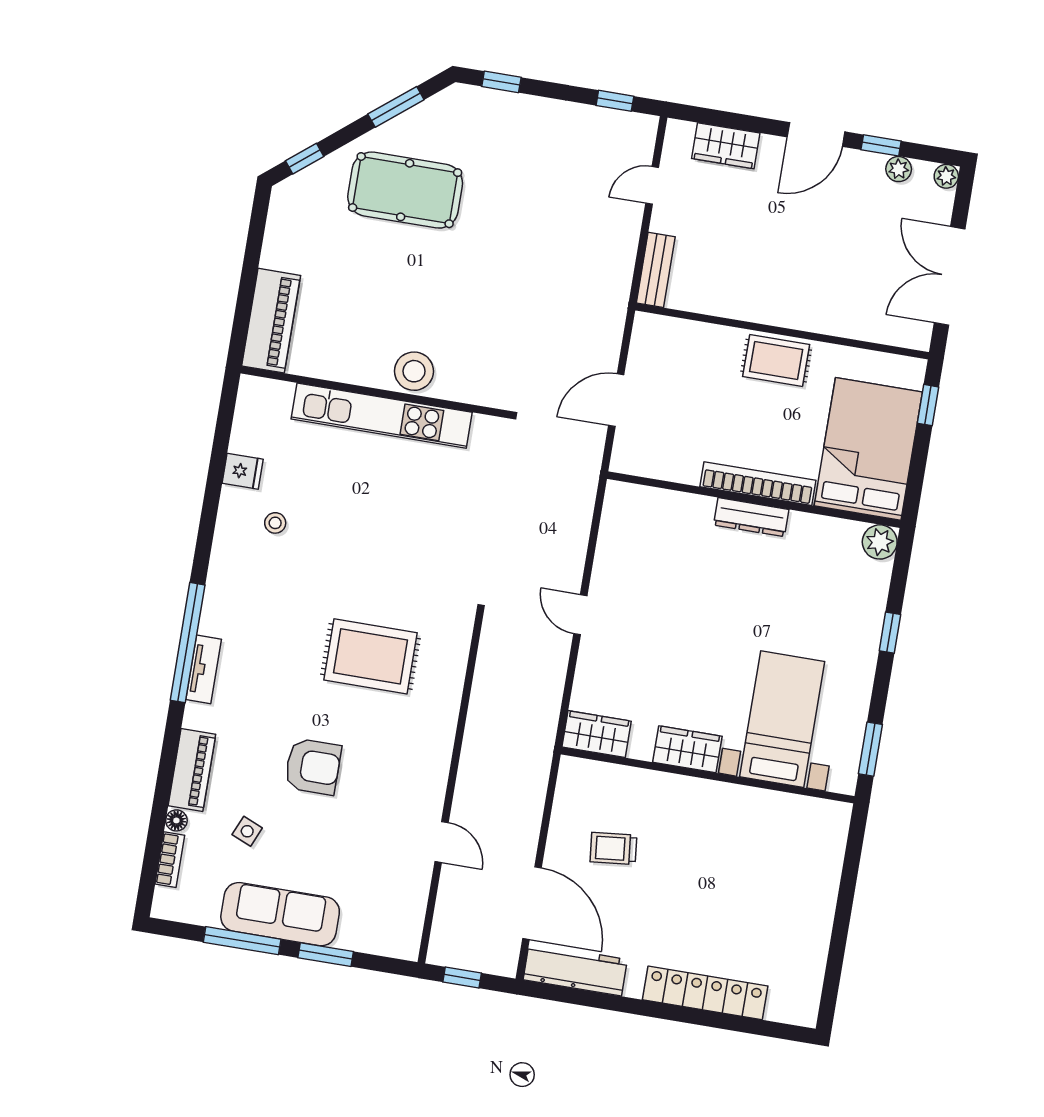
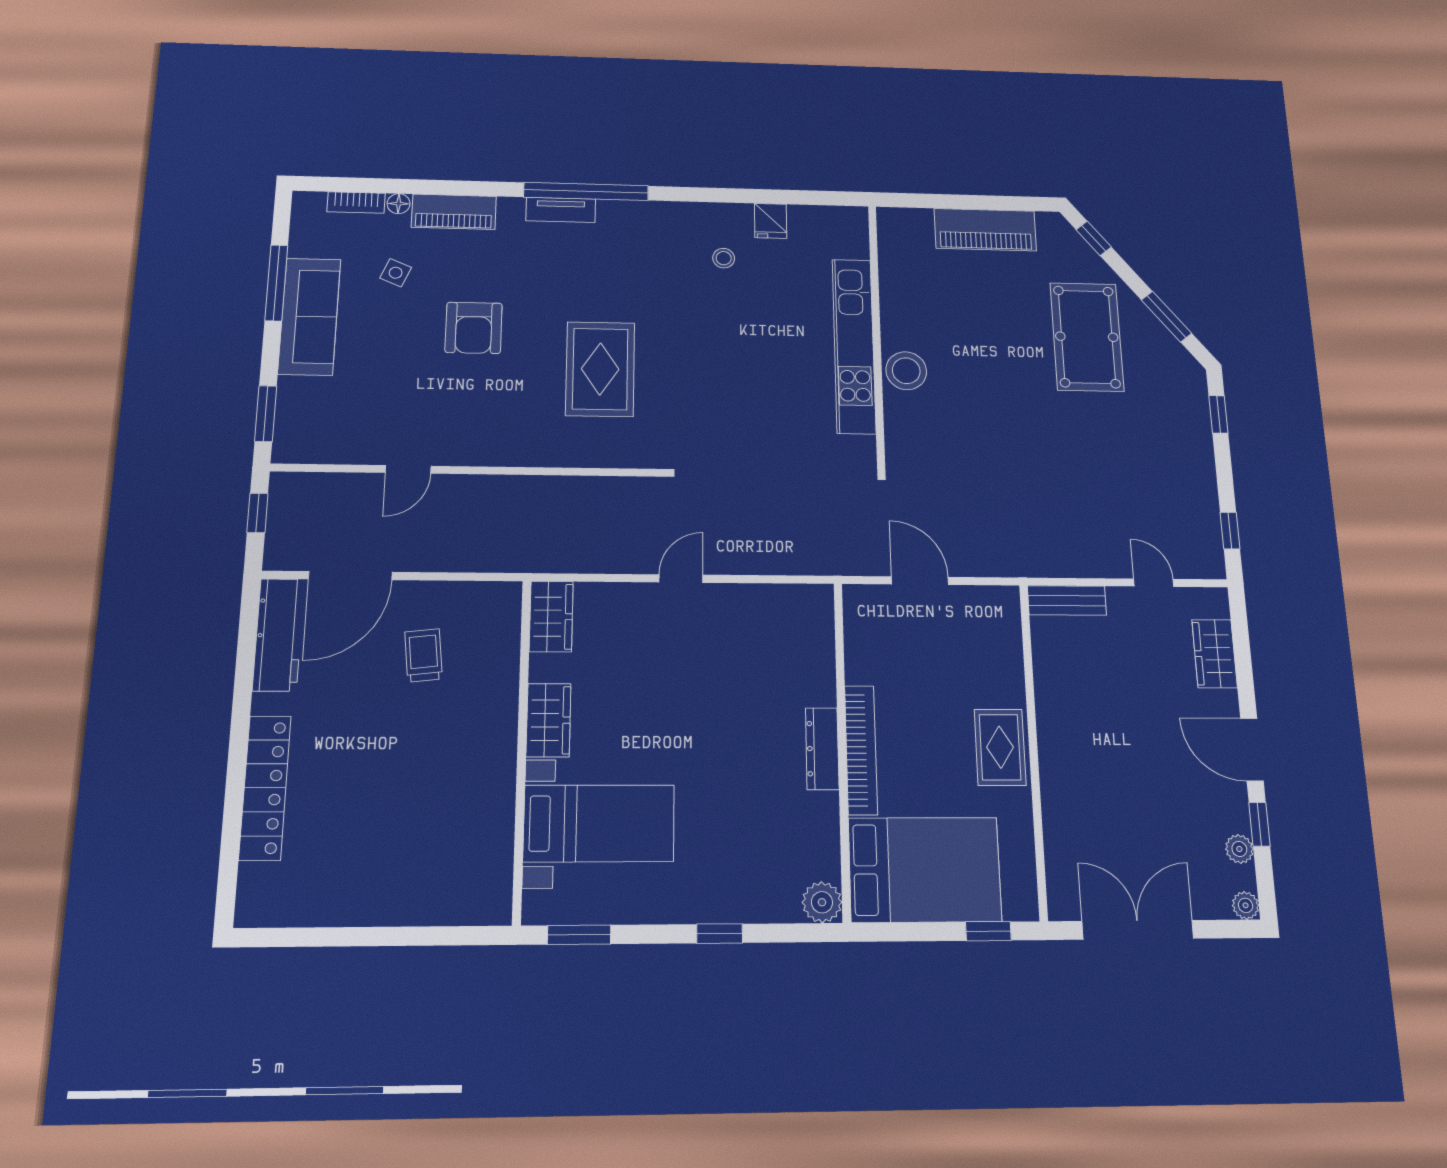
piano: (271, 321) -> (985, 230), moved
window: (326, 955) -> (266, 414), moved

